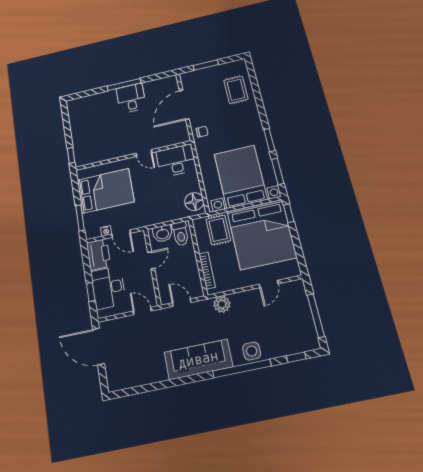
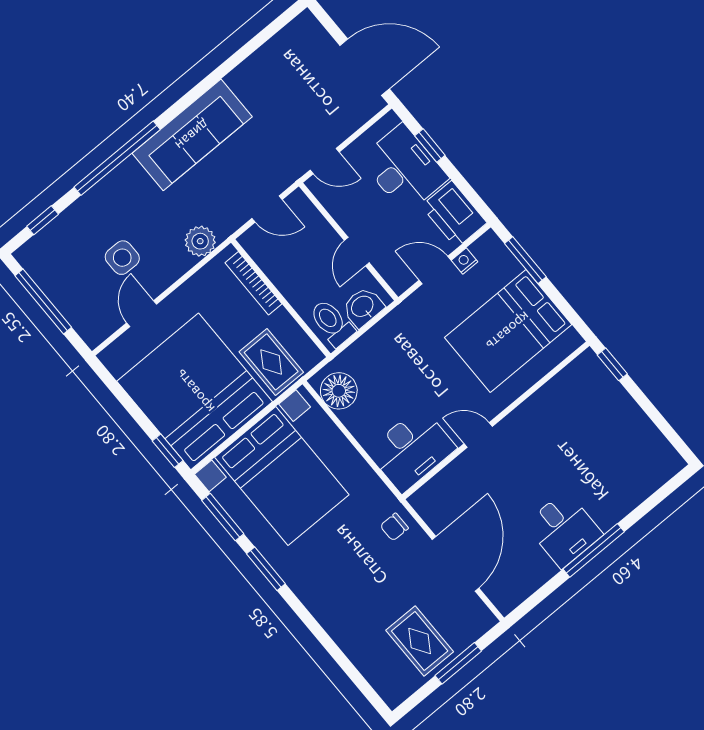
rug: (236, 90) -> (420, 641), moved
side table: (252, 351) -> (122, 258), moved

